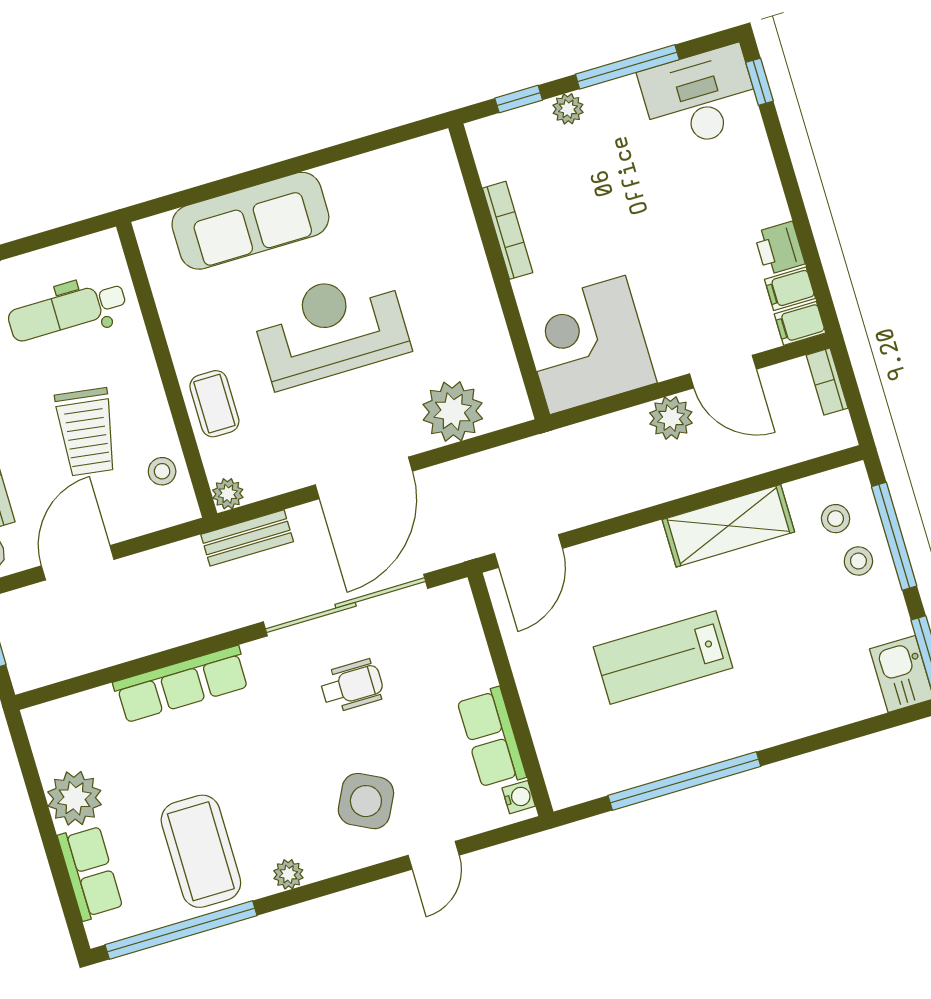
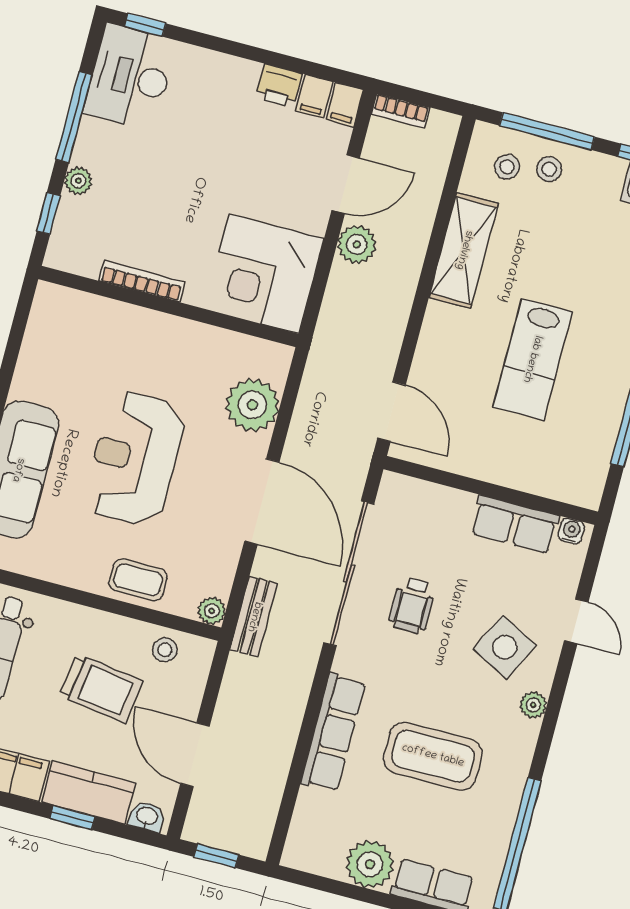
wheelchair: (352, 686) -> (412, 605), turned 180
coffee table: (201, 851) -> (433, 756), moved
plant: (288, 874) -> (533, 705), moved

